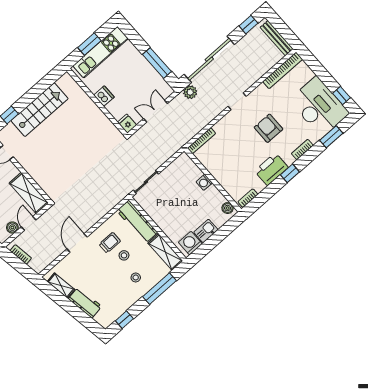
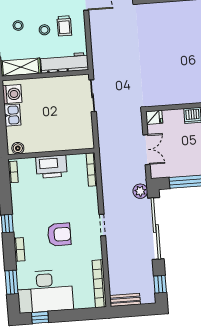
bench: (277, 38) -> (125, 300), width x0.73
printer: (271, 169) -> (51, 167), moved, turned 90
washing machine: (204, 182) -> (55, 145), removed

